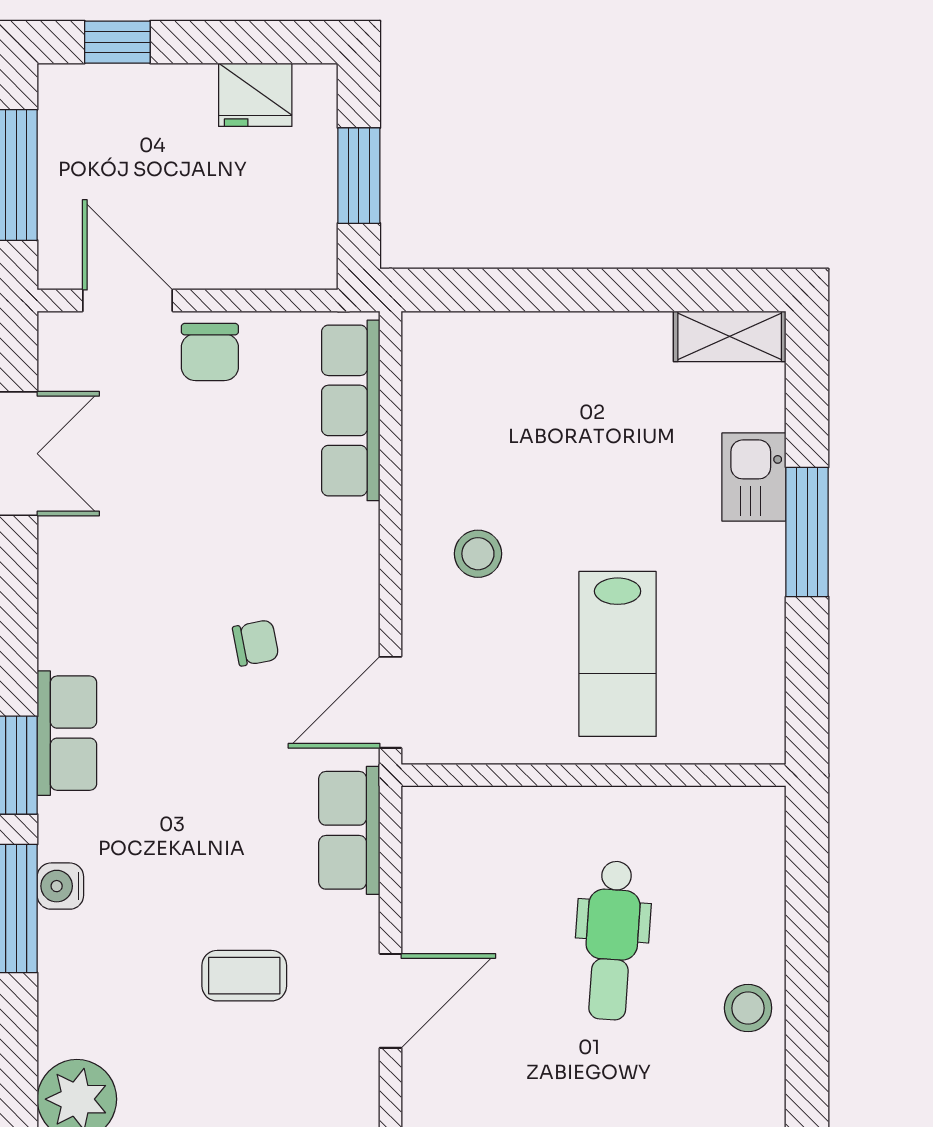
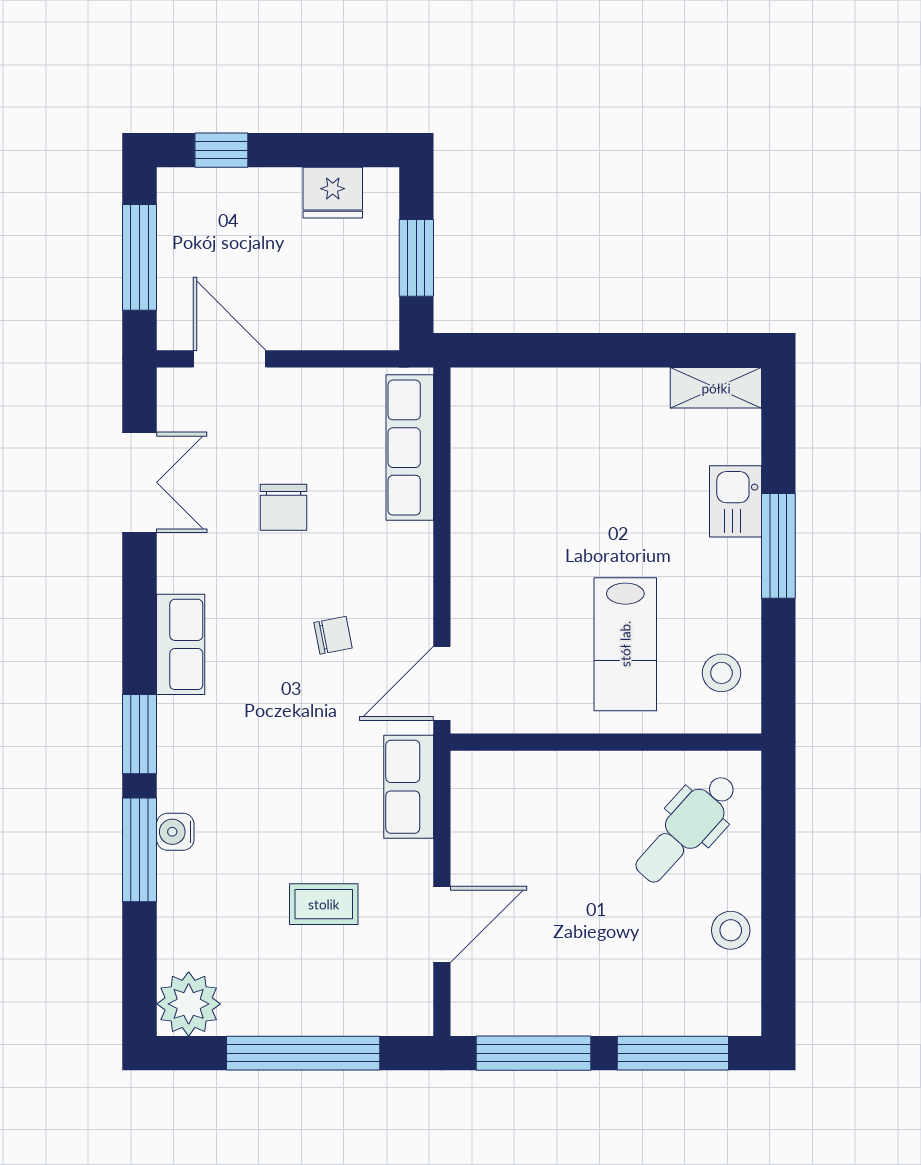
chair: (210, 352) -> (284, 507), moved
stool: (478, 554) -> (721, 673), moved
row of seats: (67, 733) -> (181, 644), moved
dental chair: (612, 940) -> (686, 828), moved, turned 38

